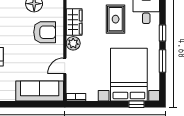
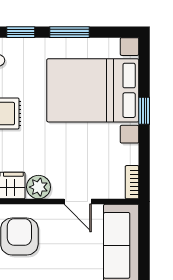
window: (136, 104) -> (144, 111), moved

